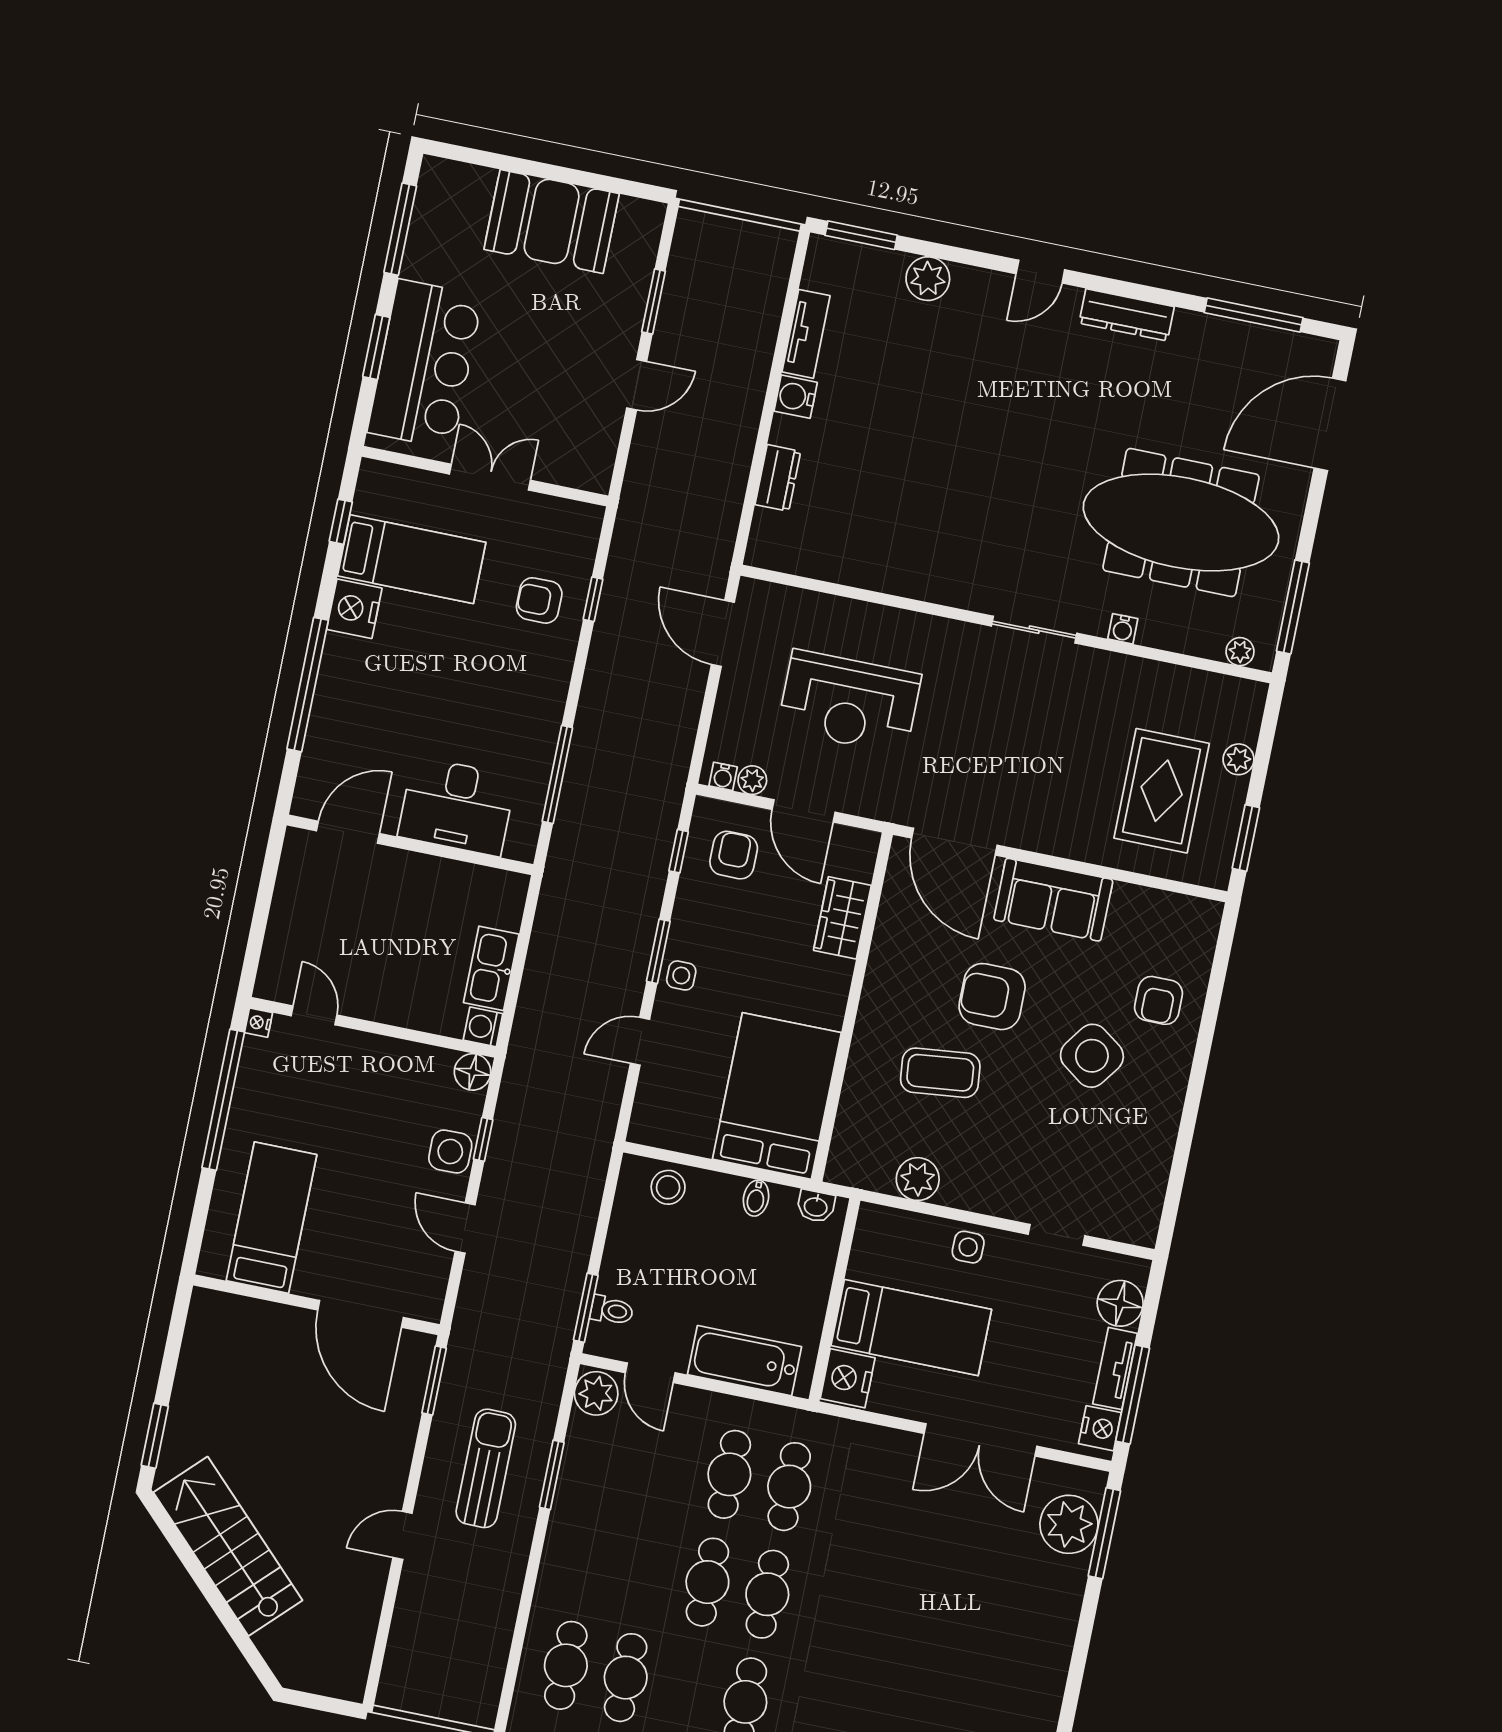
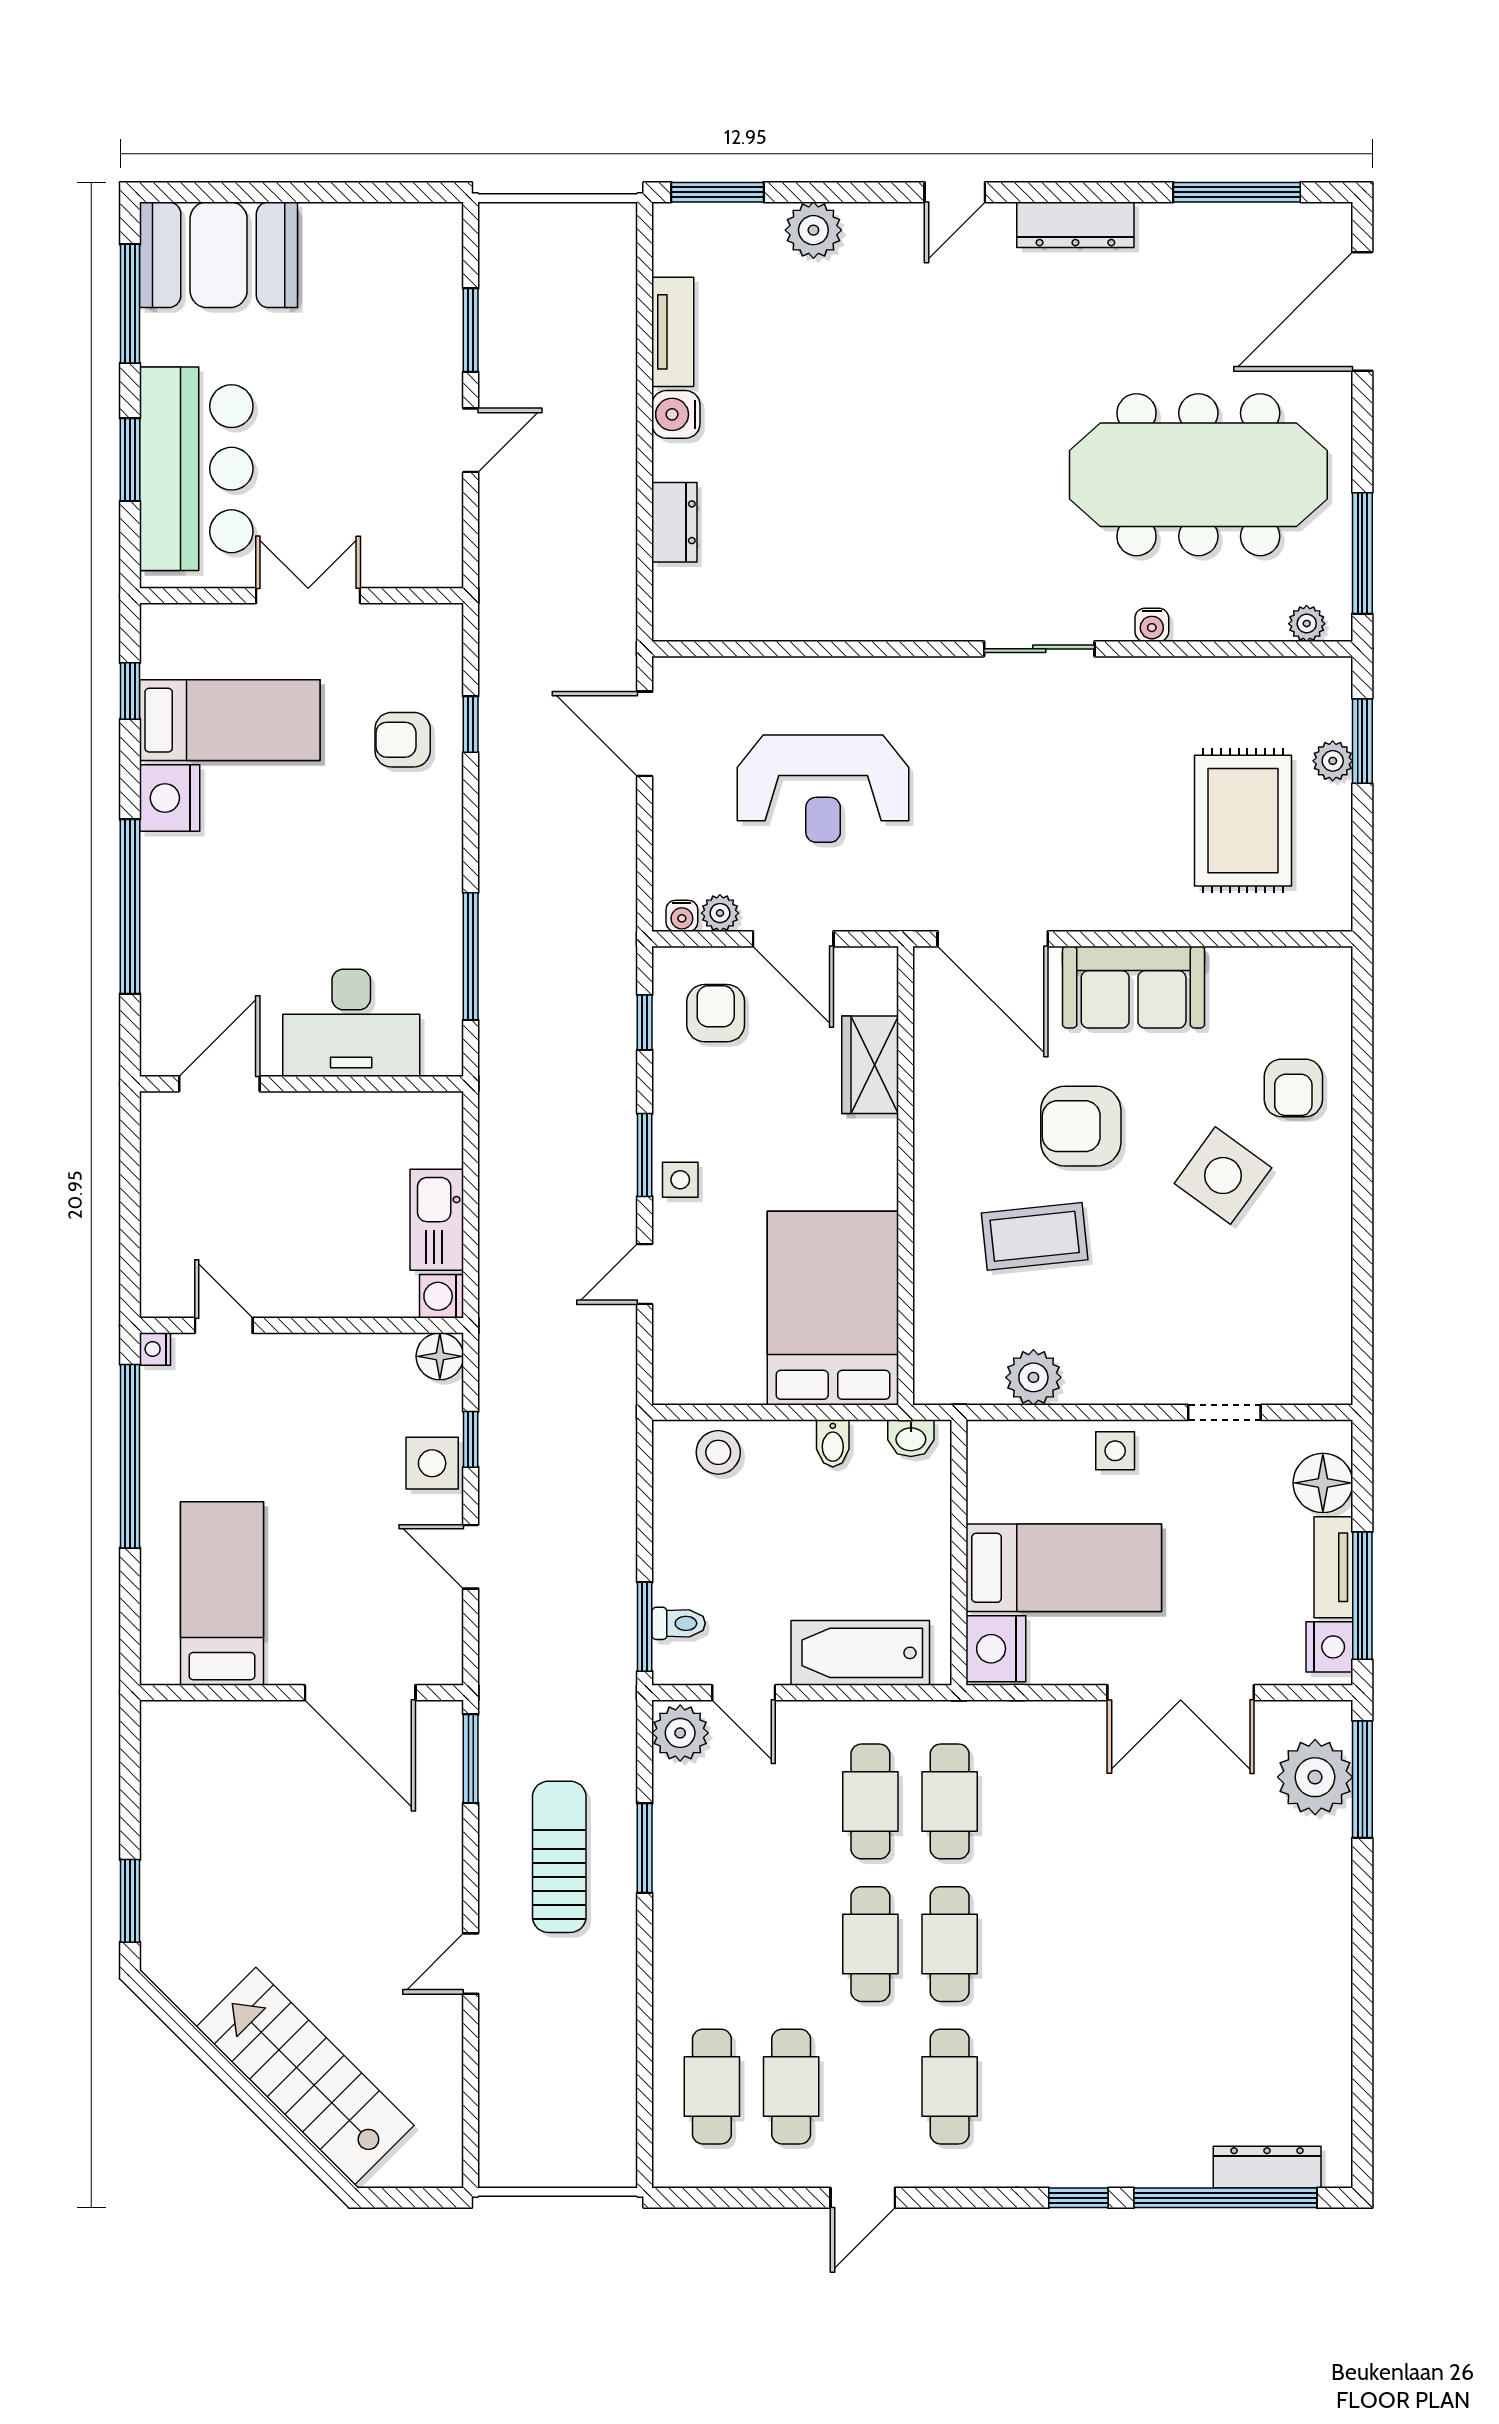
booth: (552, 221) -> (219, 255), moved
window: (1246, 838) -> (1362, 741), moved
stairs: (228, 1546) -> (305, 2076), moved

